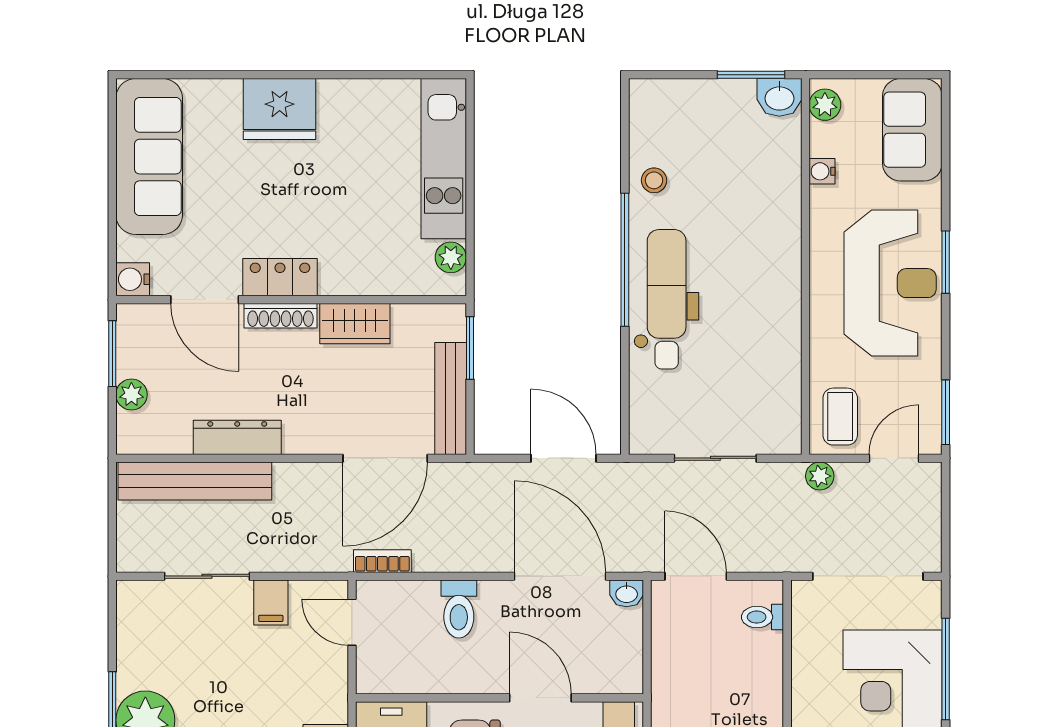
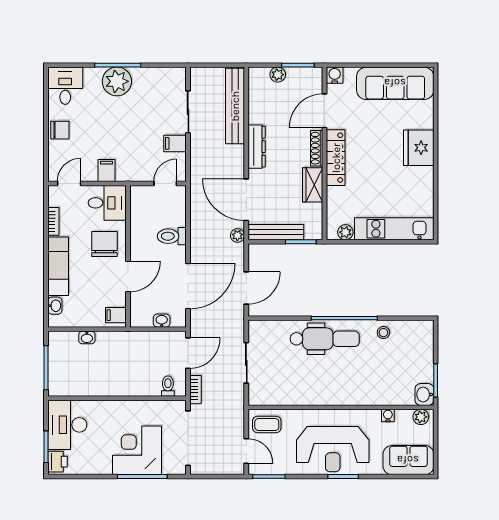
locker: (280, 277) -> (336, 158), width x1.53
dresser: (237, 437) -> (257, 147), moved
plant: (820, 476) -> (237, 235), moved
bookcase: (382, 561) -> (196, 390), moved
washbasin: (627, 593) -> (162, 321), moved, turned 90

